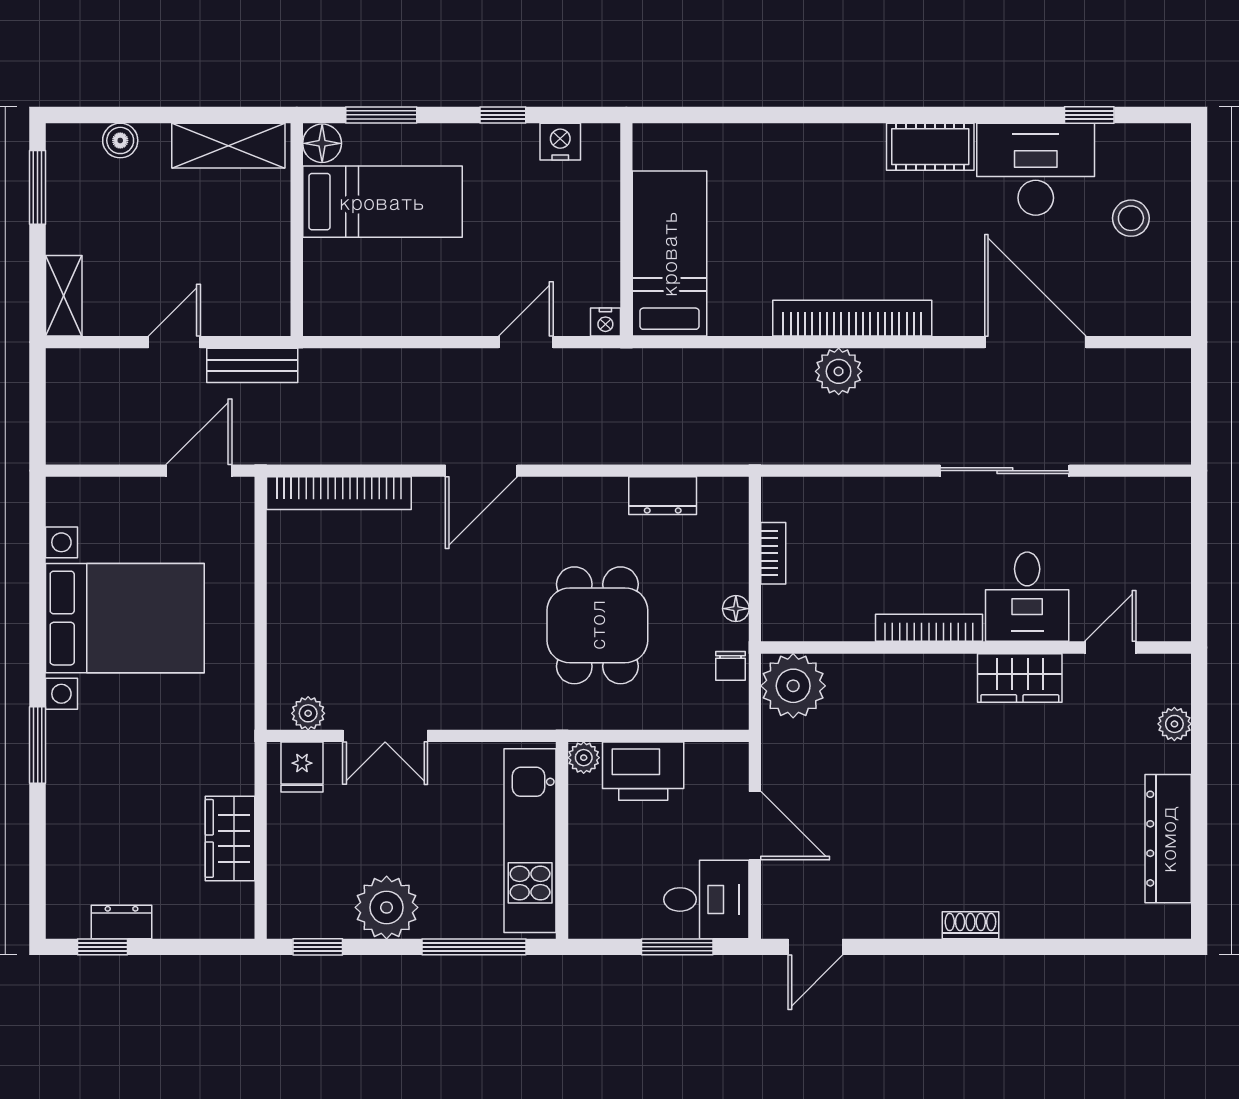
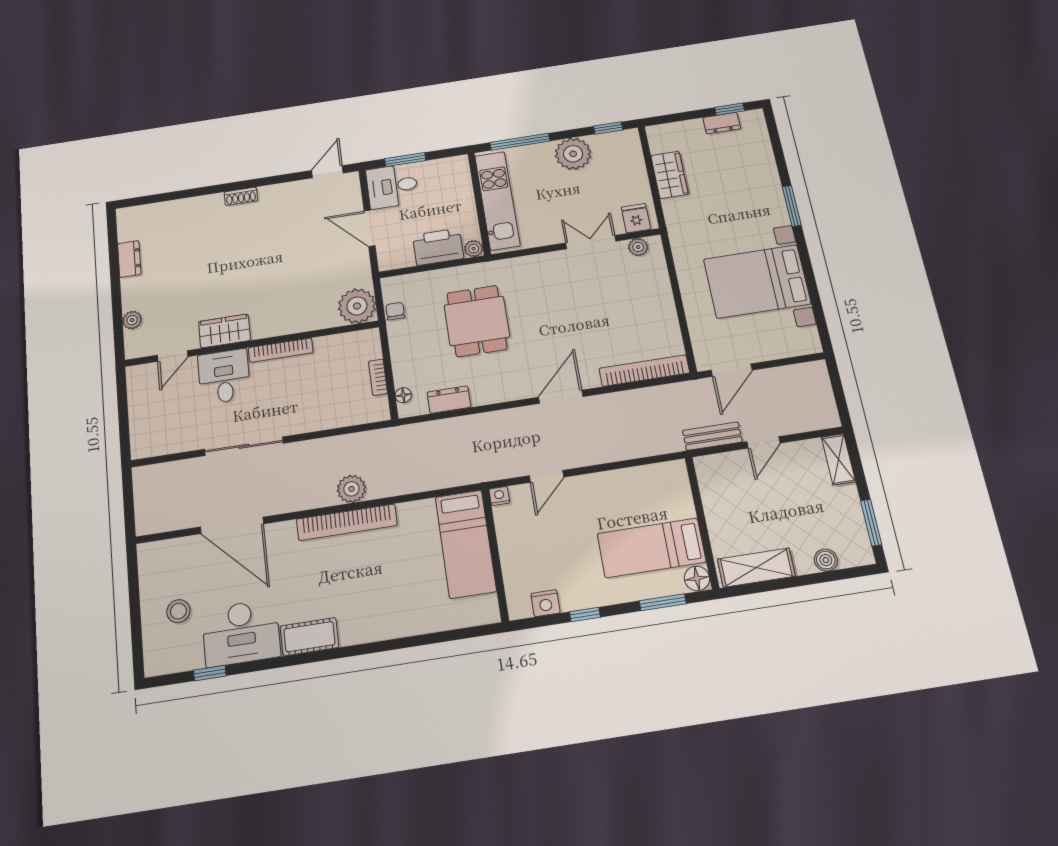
floor lamp: (736, 609) -> (403, 395), moved
dresser: (1168, 839) -> (129, 259), width x0.51, depth x0.80

